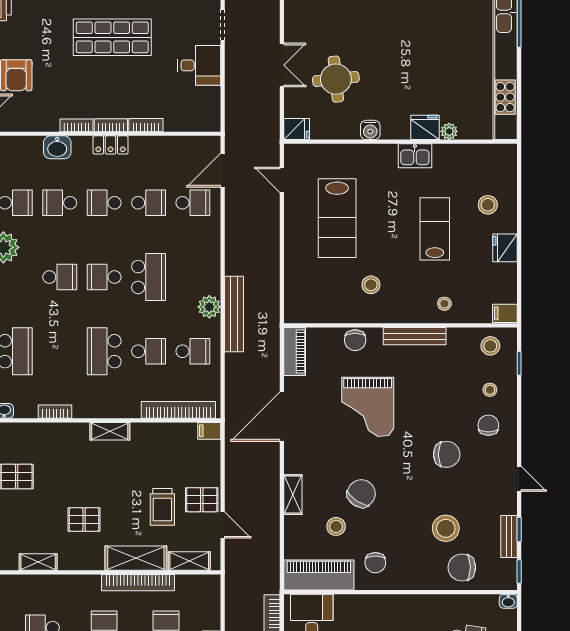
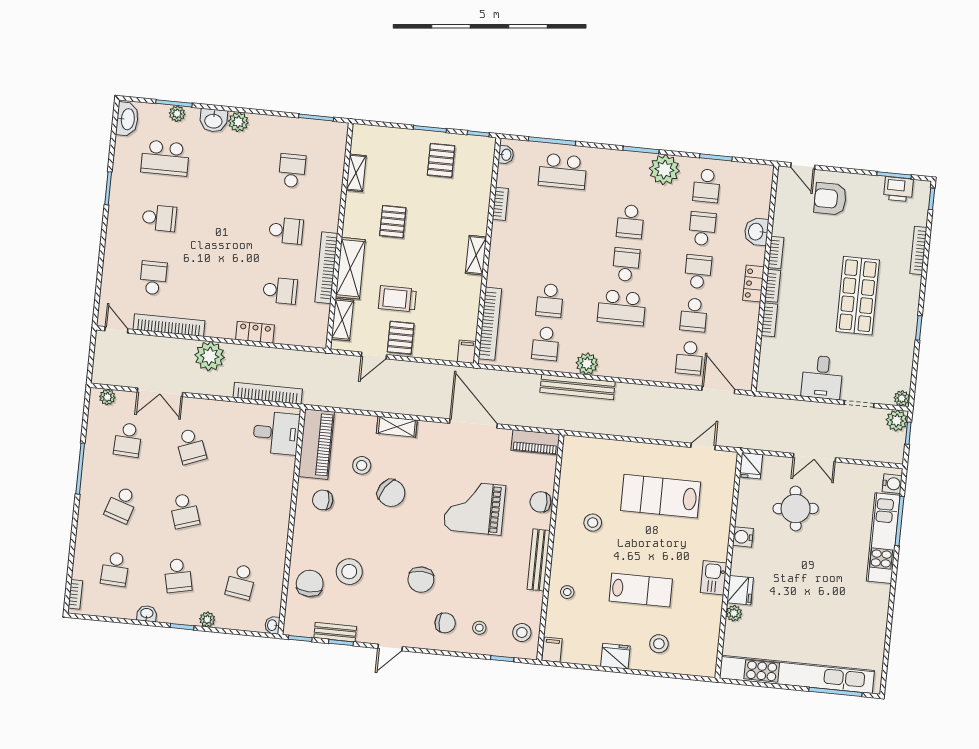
school desk: (104, 351) -> (554, 257), removed

